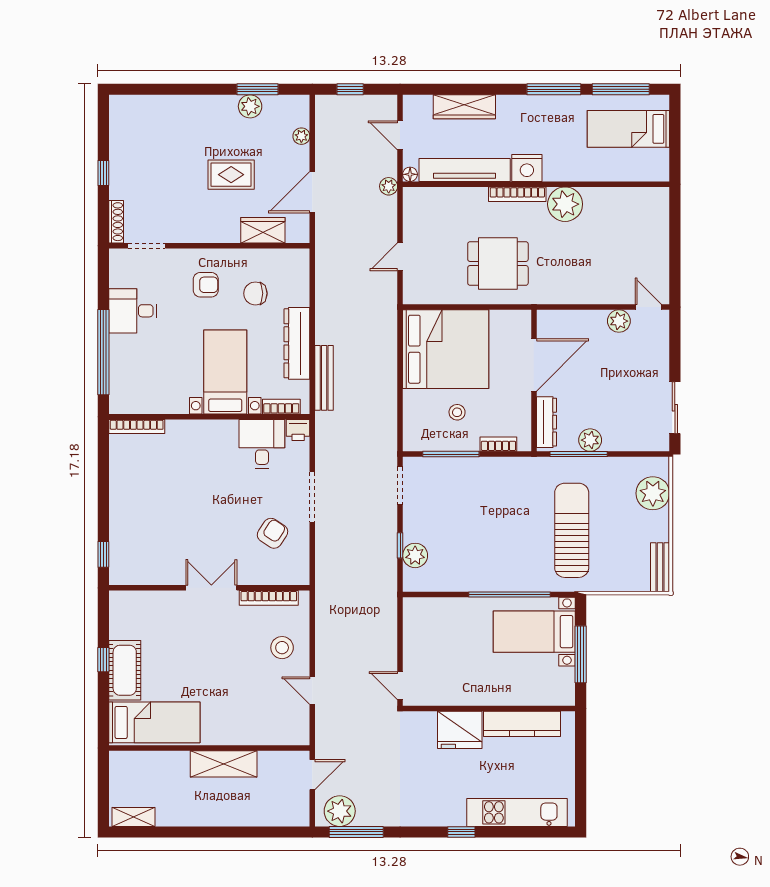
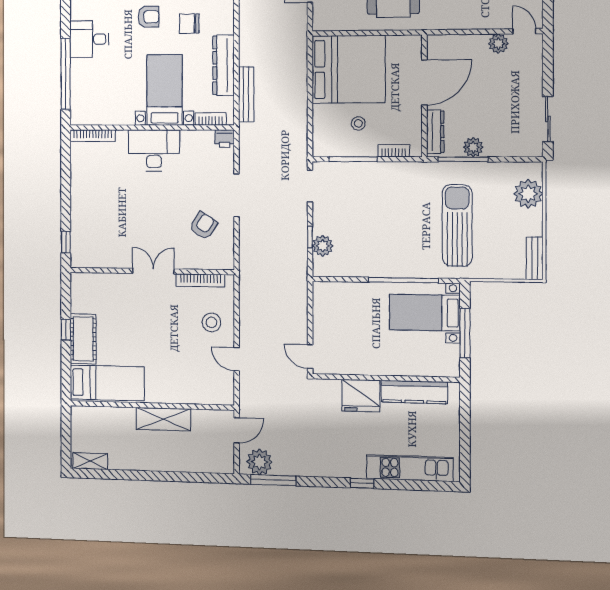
desk: (262, 444) -> (154, 150), moved, width x1.37

